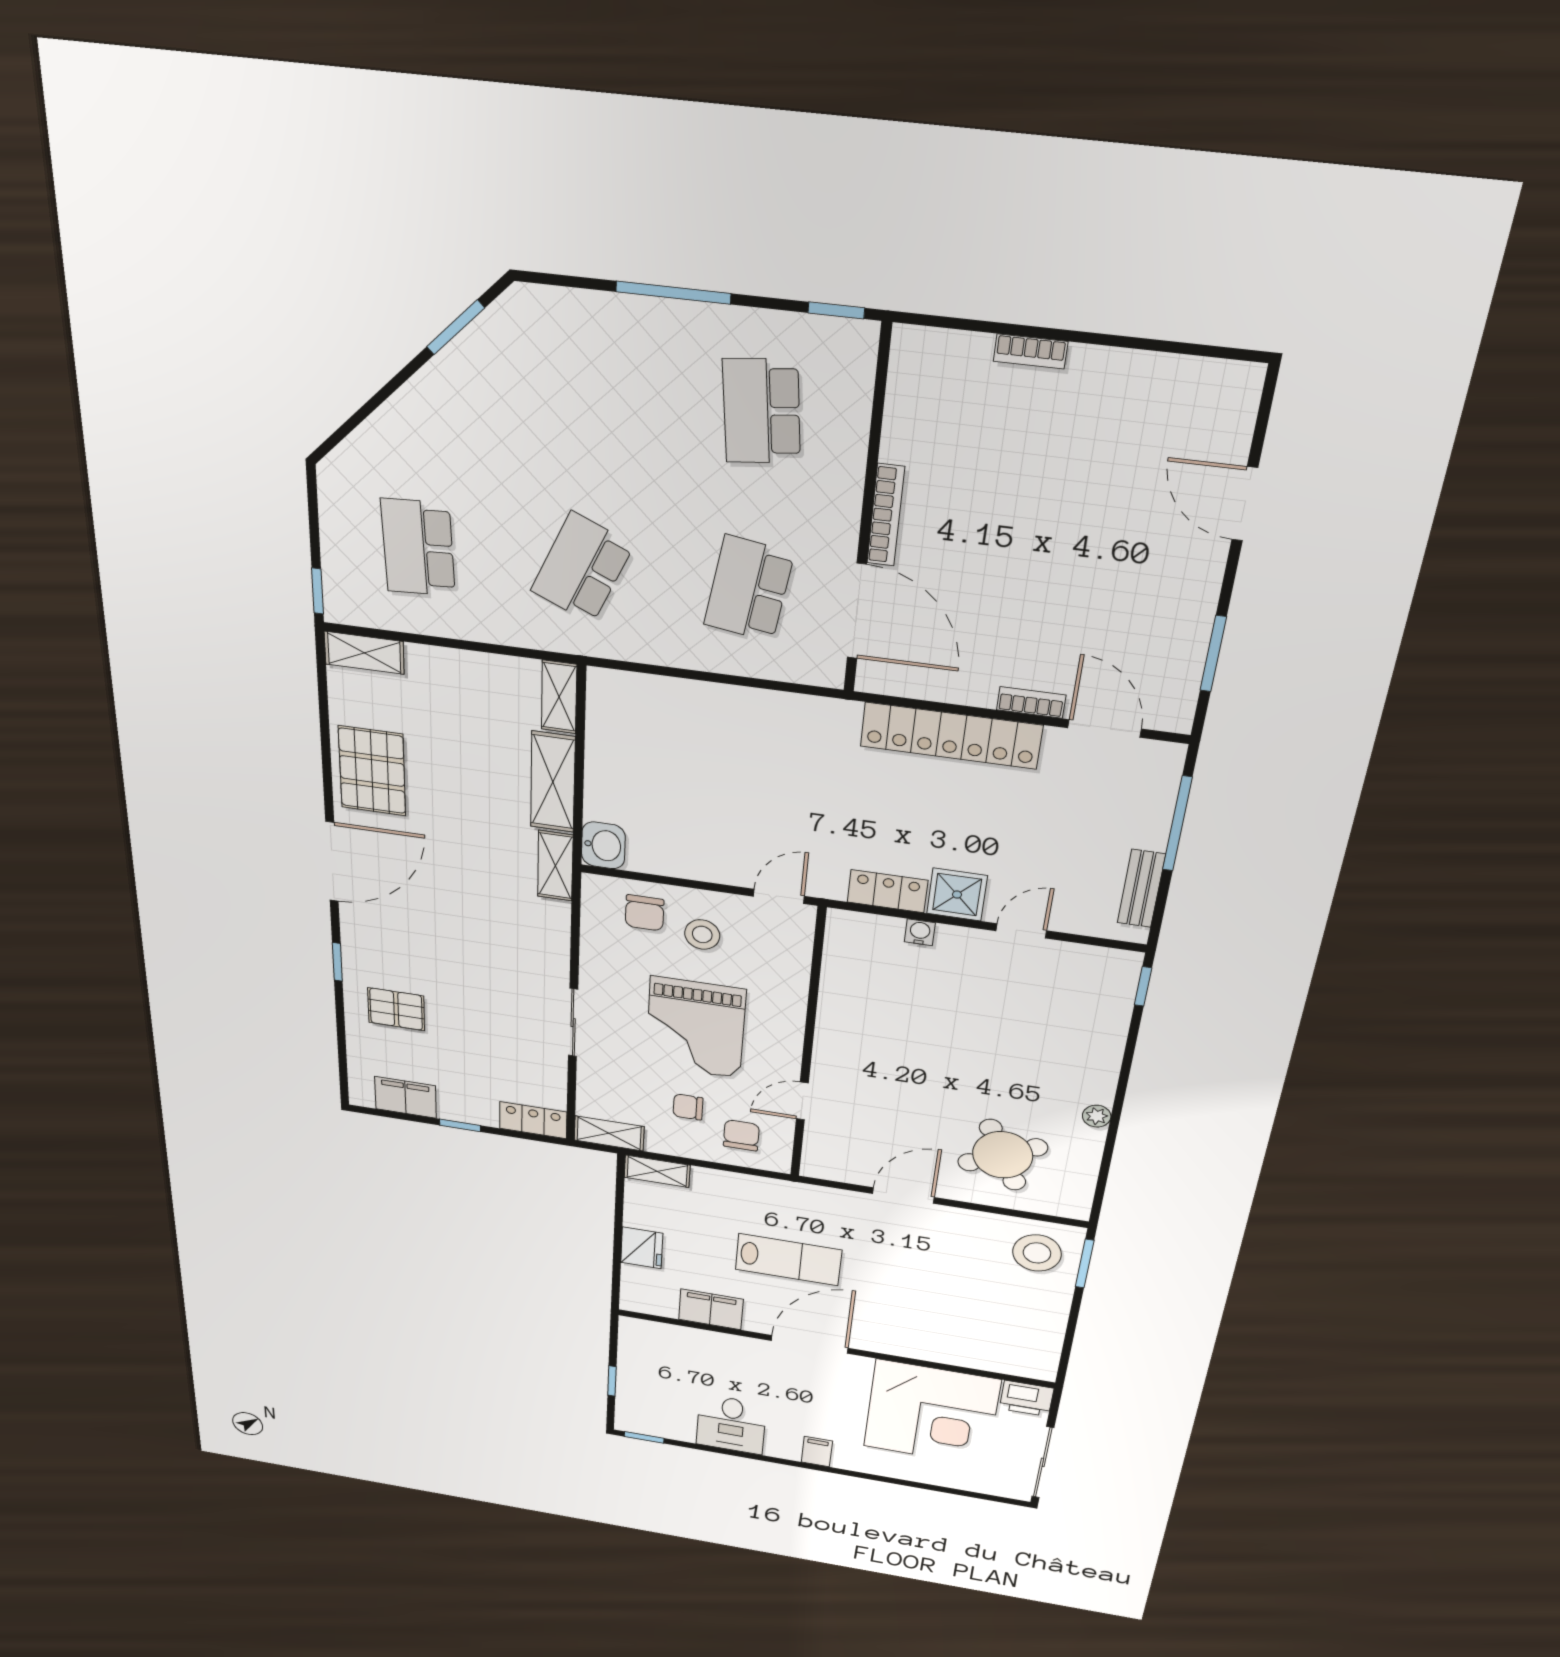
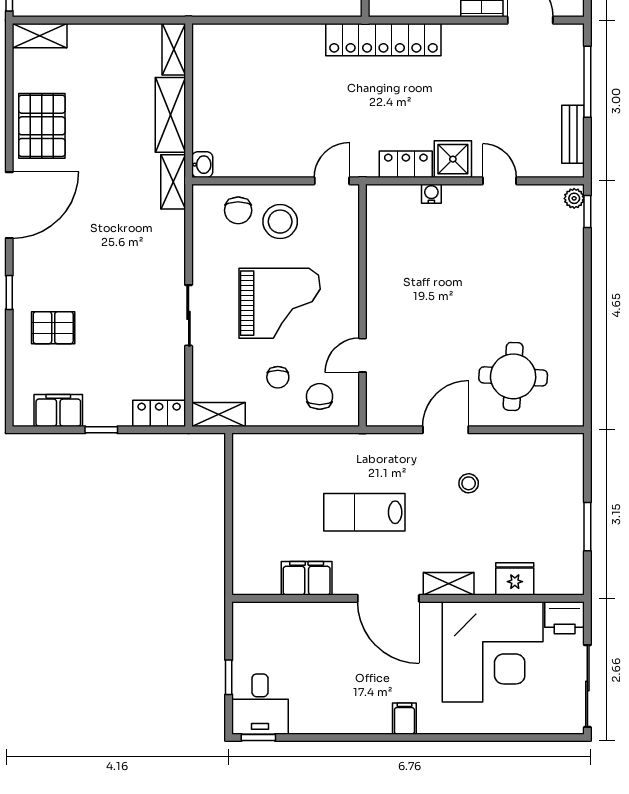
locker: (951, 736) -> (383, 40), moved
washbasin: (603, 845) -> (202, 165), width x0.72, depth x0.69
door: (1021, 931) -> (500, 181), hinge flipped
stool: (702, 934) -> (280, 222), width x1.38, depth x1.38
grand piano: (695, 1028) -> (280, 303), turned -90
chair: (688, 1107) -> (278, 377), turned -90
plant: (1097, 1116) -> (574, 198), moved
round table: (1003, 1155) -> (513, 376), turned 30
shelving: (657, 1171) -> (449, 584), moved
fridge: (642, 1248) -> (515, 579), moved, turned -90
stool: (1037, 1253) -> (469, 483), moved, width x0.53, depth x0.53
lab bench: (788, 1260) -> (364, 512), turned 180
window: (1085, 1264) -> (587, 527), moved
door: (810, 1344) -> (388, 598), swing flipped
desk: (731, 1424) -> (260, 704), moved

